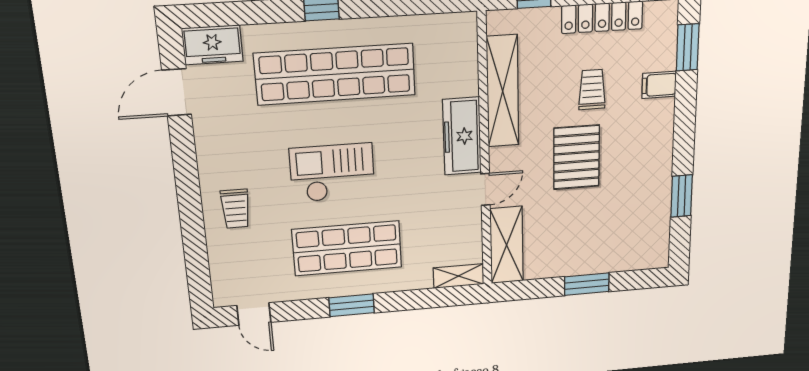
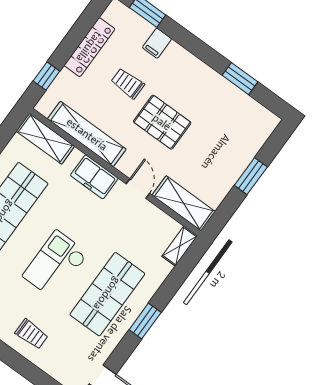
shelving: (462, 51) -> (45, 139), added
freezer: (462, 136) -> (94, 177), width x0.71

